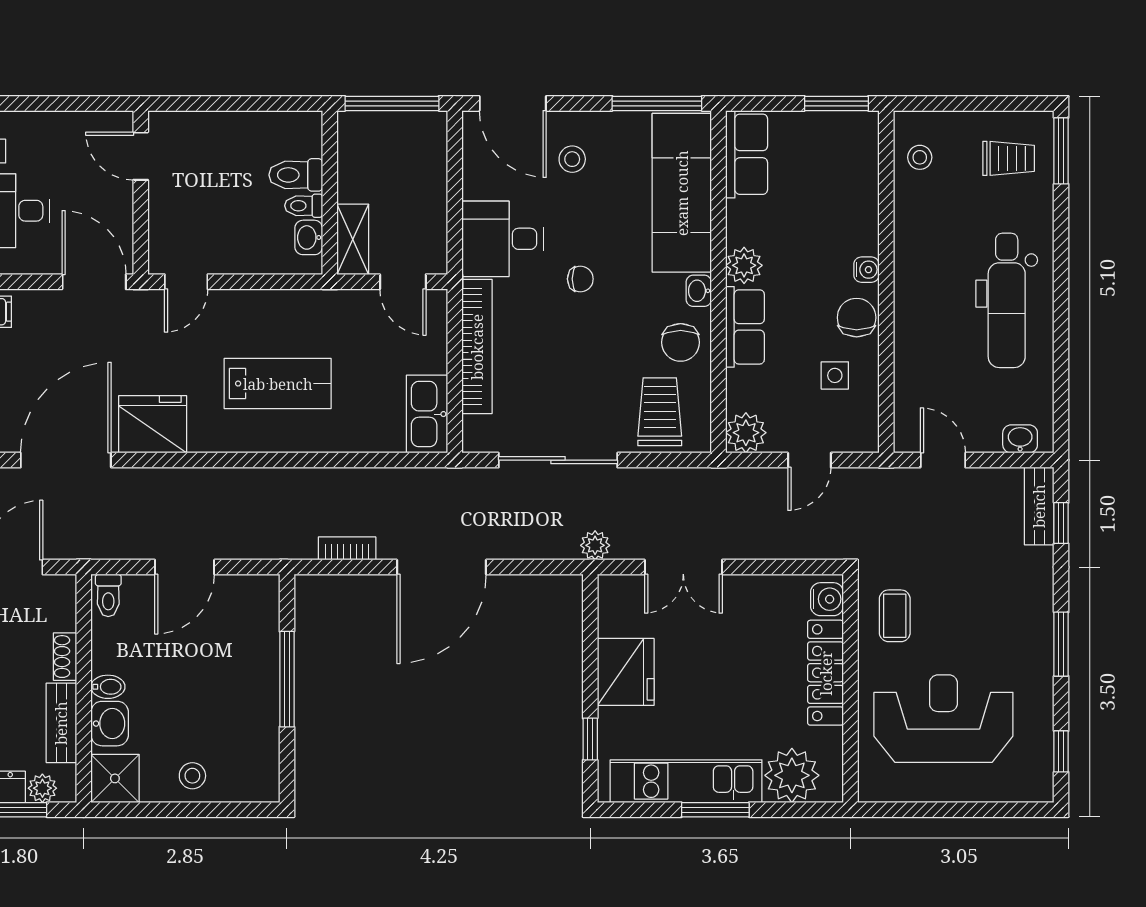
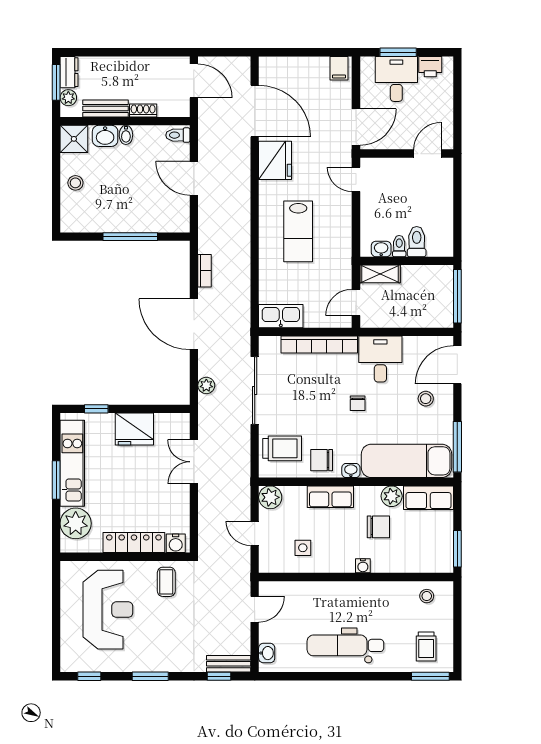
plant: (744, 265) -> (392, 496), moved
chair: (857, 318) -> (378, 527), moved
plant: (595, 545) -> (206, 385), moved
coffee table: (895, 616) -> (166, 582), turned 90

